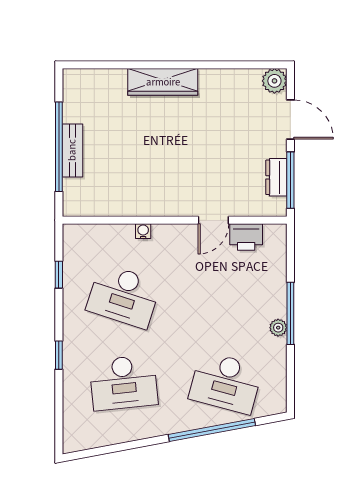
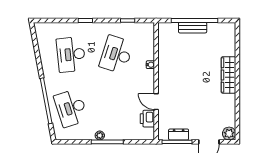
desk: (226, 383) -> (71, 108), turned -33

